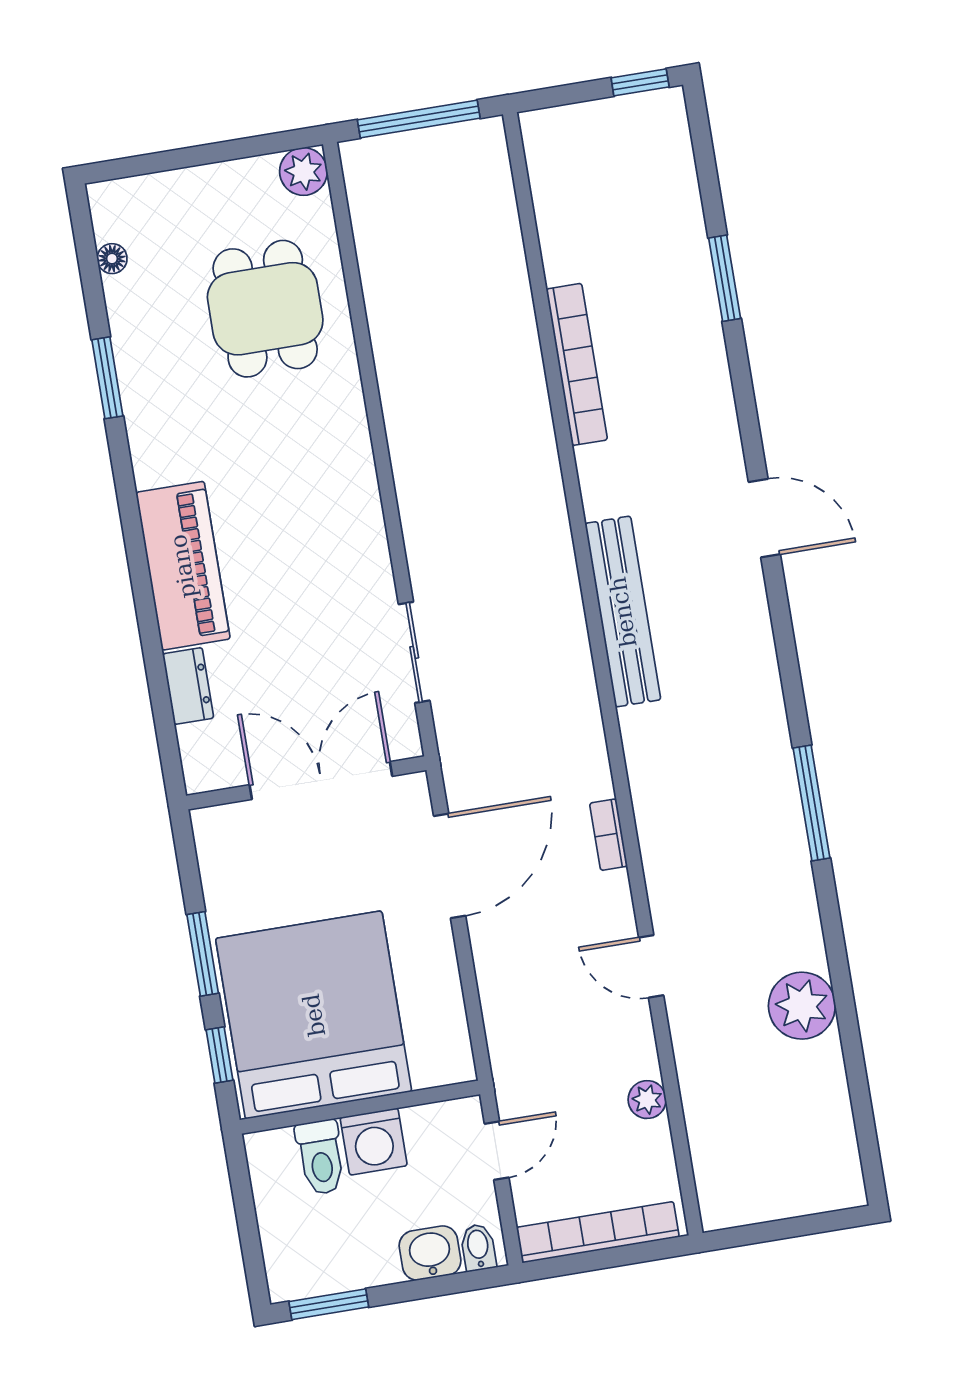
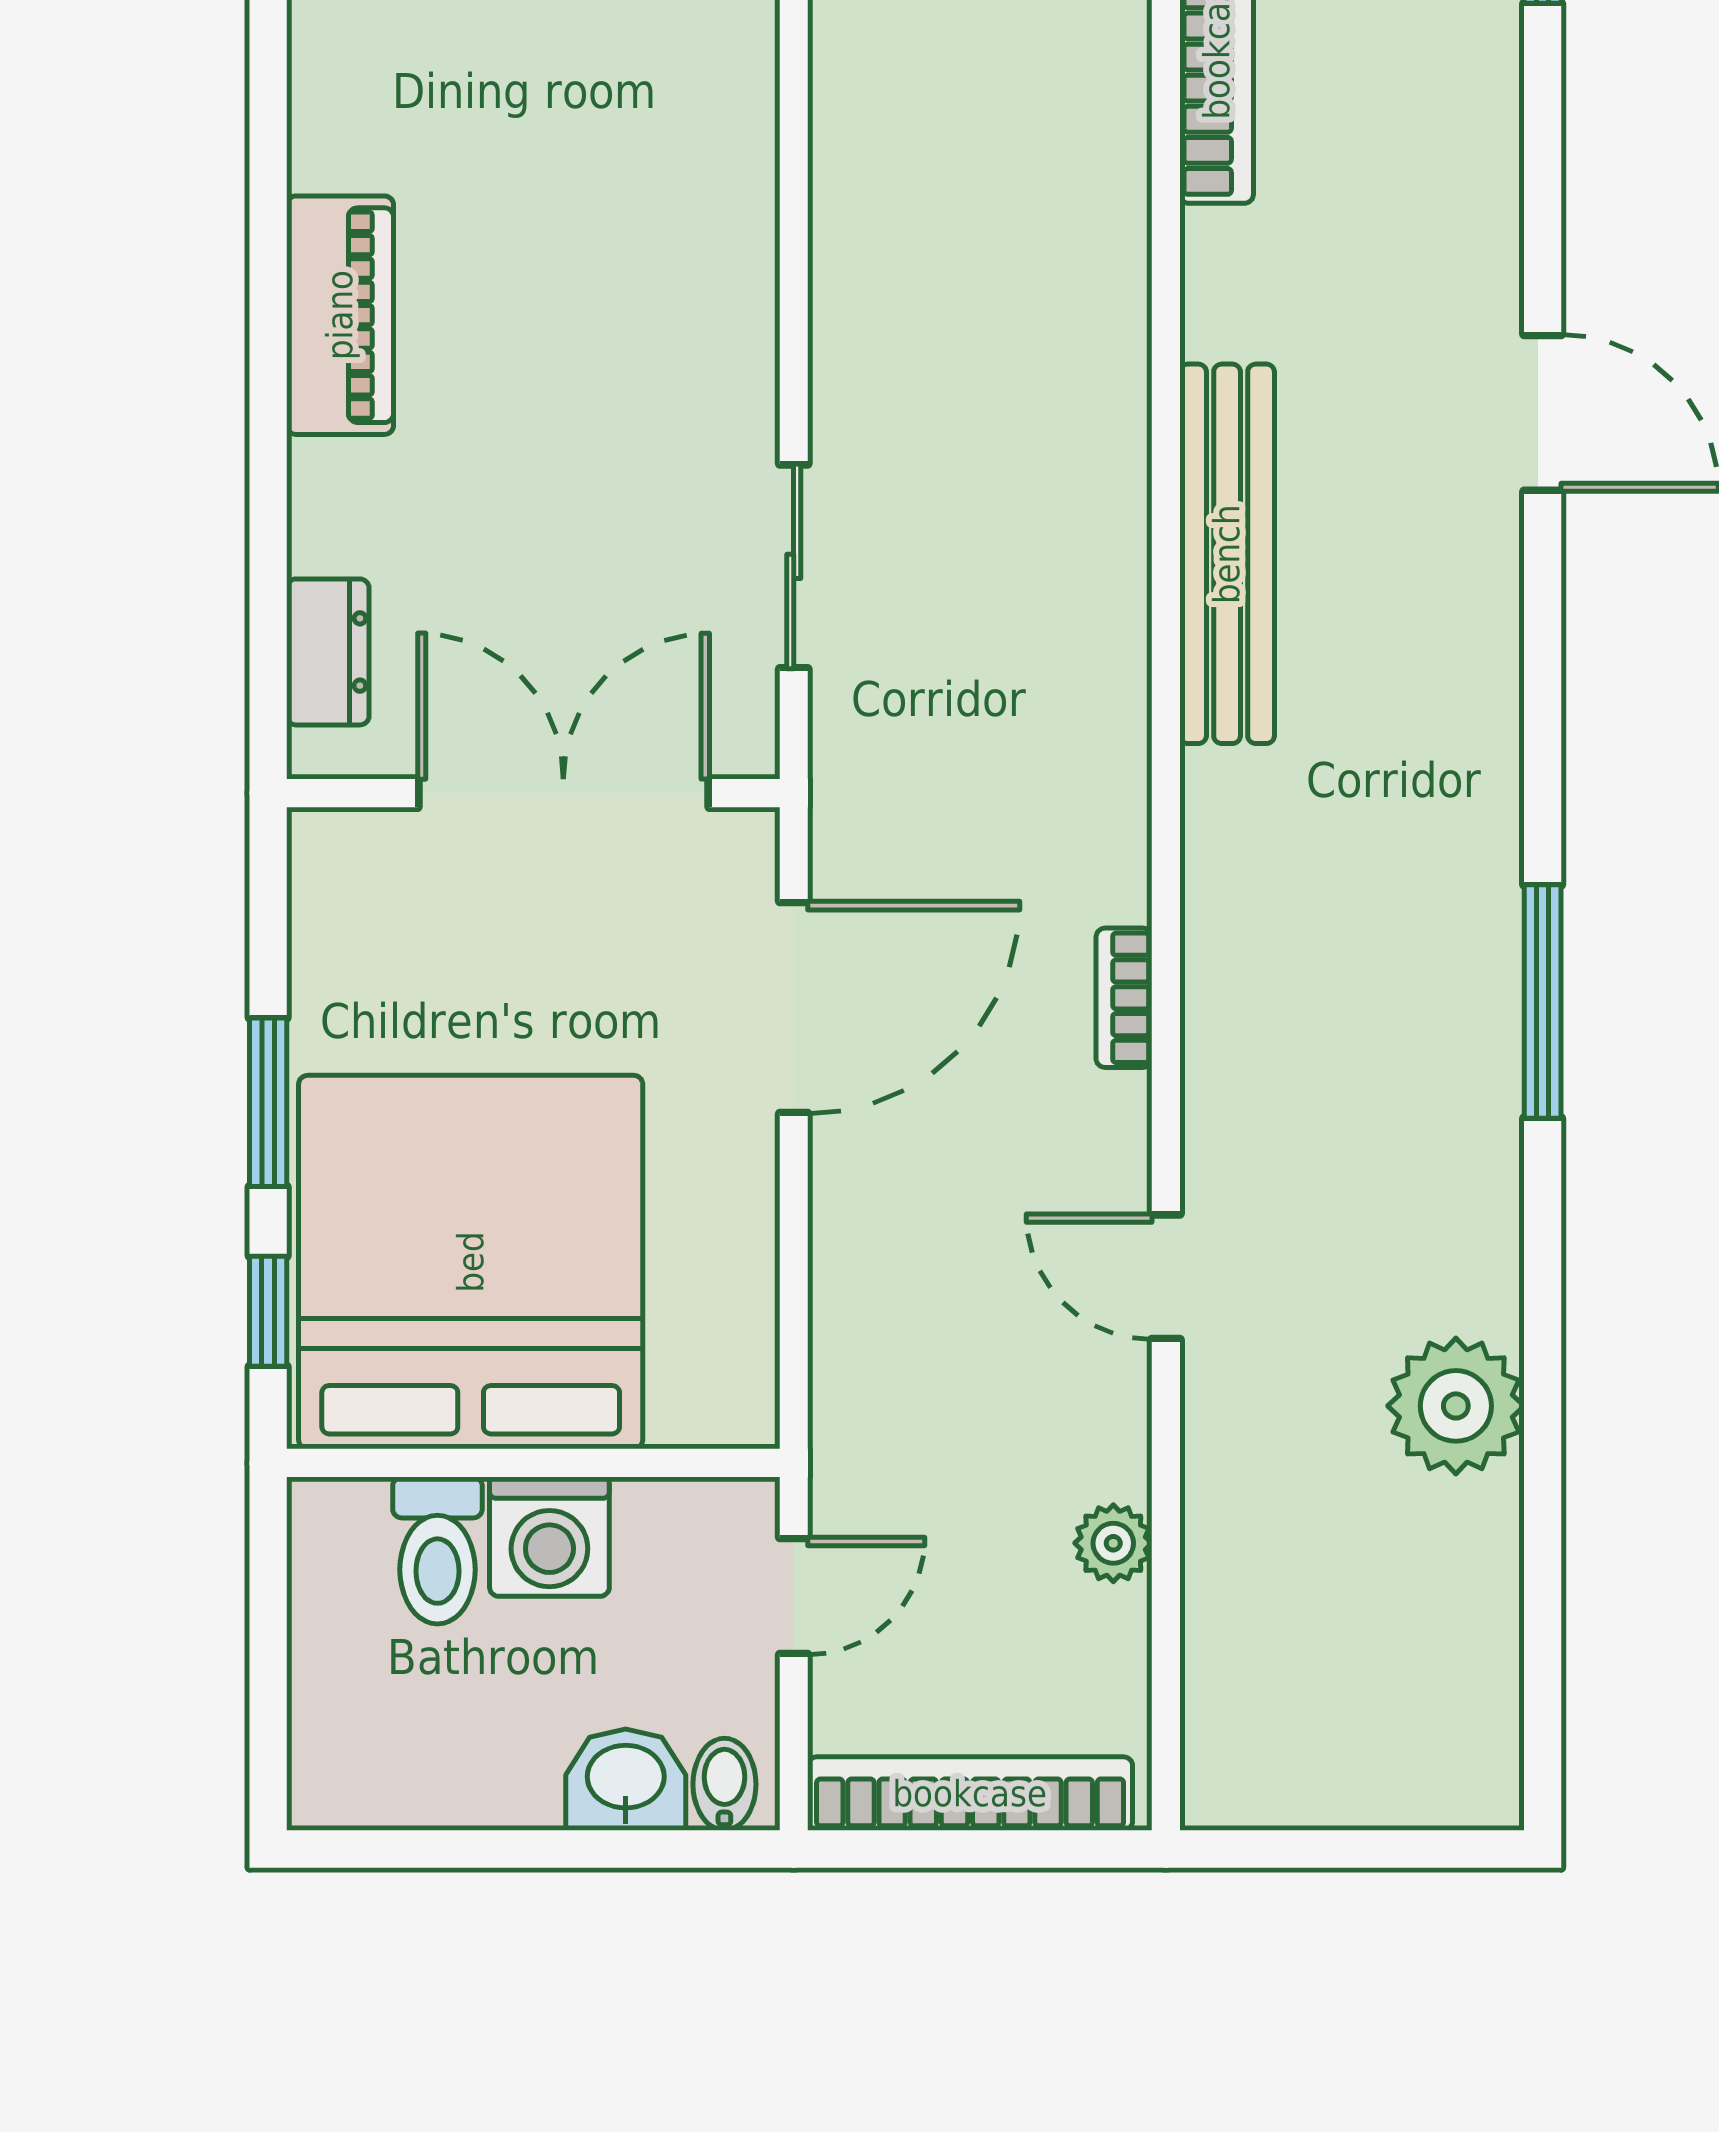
piano: (183, 566) -> (340, 315), width x0.73, depth x0.75
dresser: (188, 686) -> (328, 652), moved
window: (329, 1304) -> (405, 1849), removed

